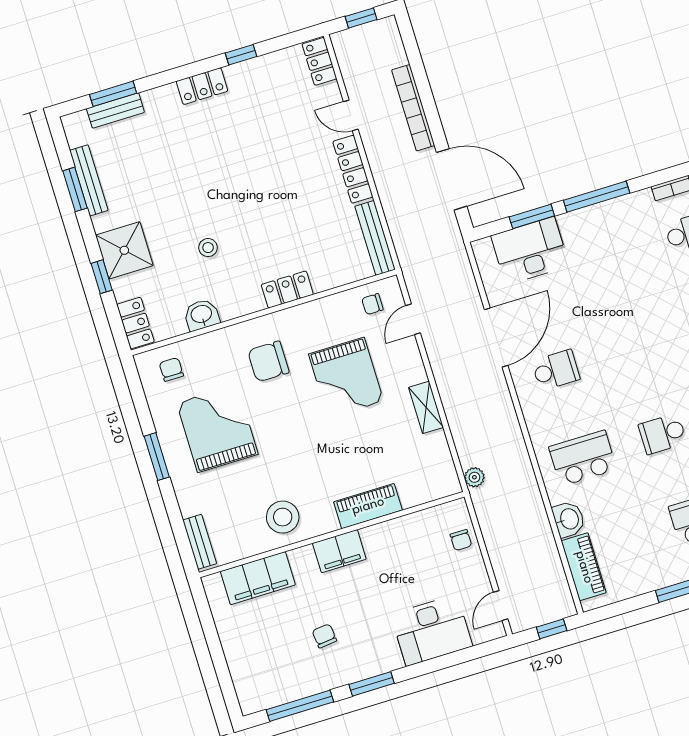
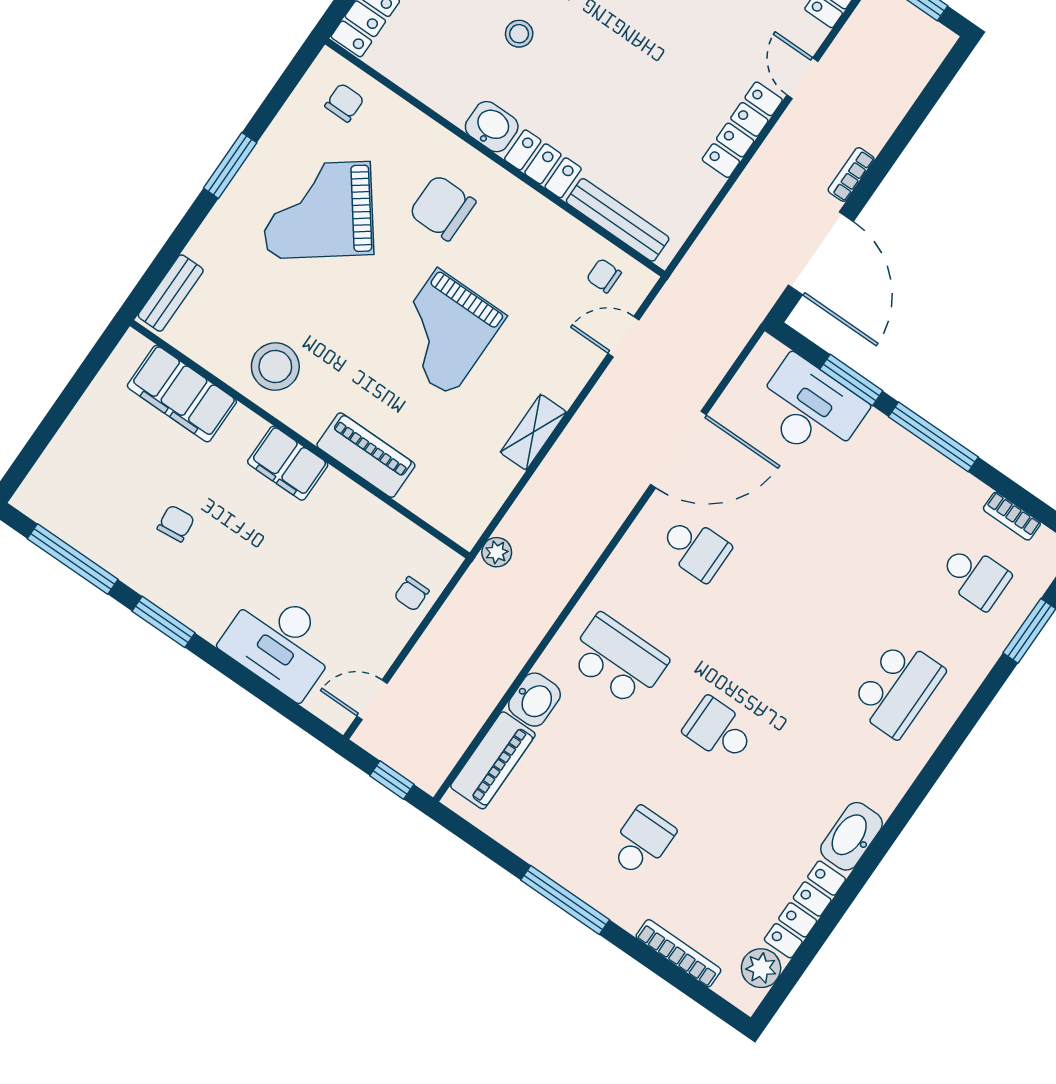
bookcase: (413, 108) -> (851, 175), width x0.43, depth x0.76
bench: (375, 238) -> (618, 220), moved, turned 90
washbasin: (202, 315) -> (492, 127), moved
grand piano: (346, 378) -> (444, 332), moved
grand piano: (217, 429) -> (318, 210), turned -127

